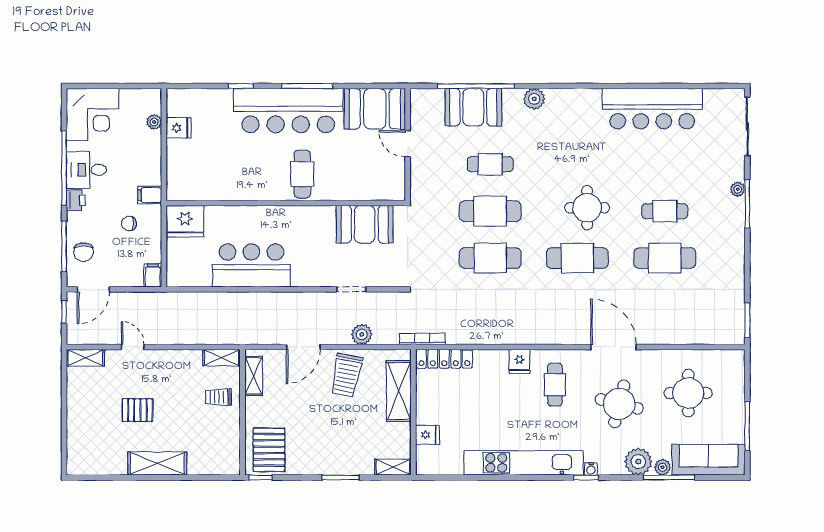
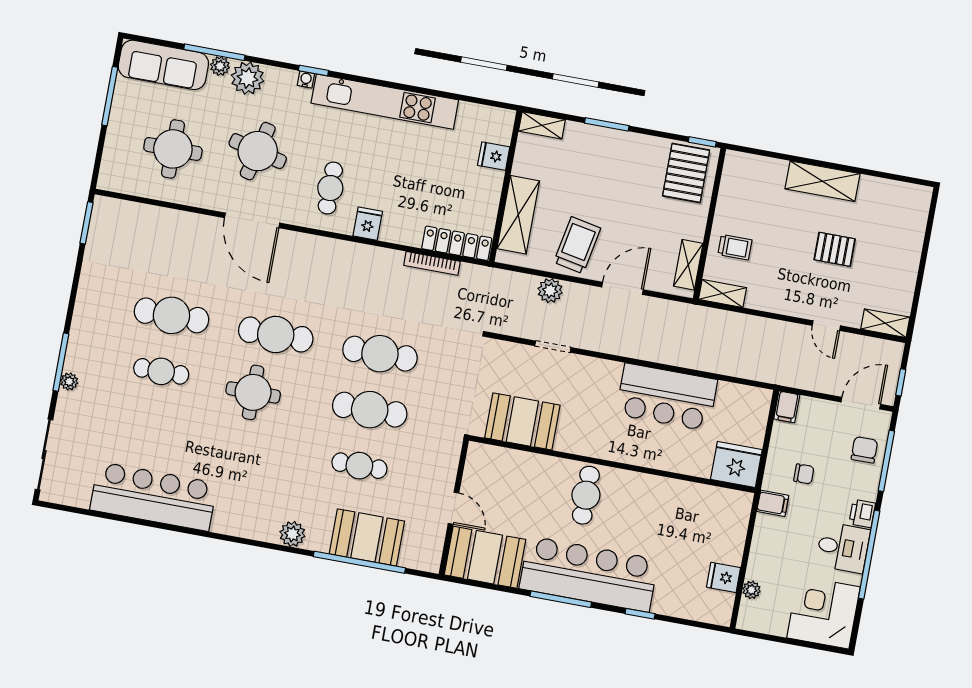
bookcase: (422, 339) -> (432, 263), moved

